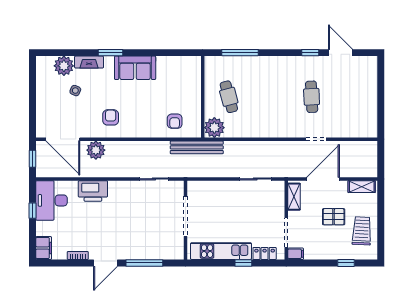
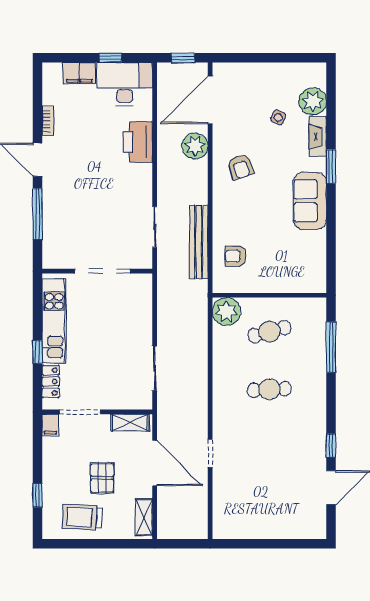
cafe table: (312, 97) -> (269, 389), moved
armchair: (111, 117) -> (241, 167), turned 72
bench: (197, 147) -> (199, 242), moved
trolley: (362, 231) -> (82, 517), turned 180
filing cabinet: (44, 248) -> (79, 73), moved

